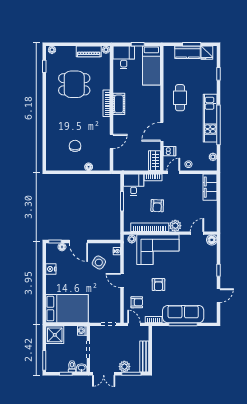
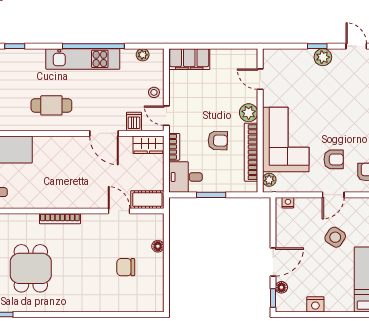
cot: (119, 104) -> (147, 200), moved
floor lamp: (212, 240) -> (271, 57), removed
side table: (99, 263) -> (335, 237), moved
plant: (211, 274) -> (323, 57), added
armchair: (158, 285) -> (334, 159), moved

